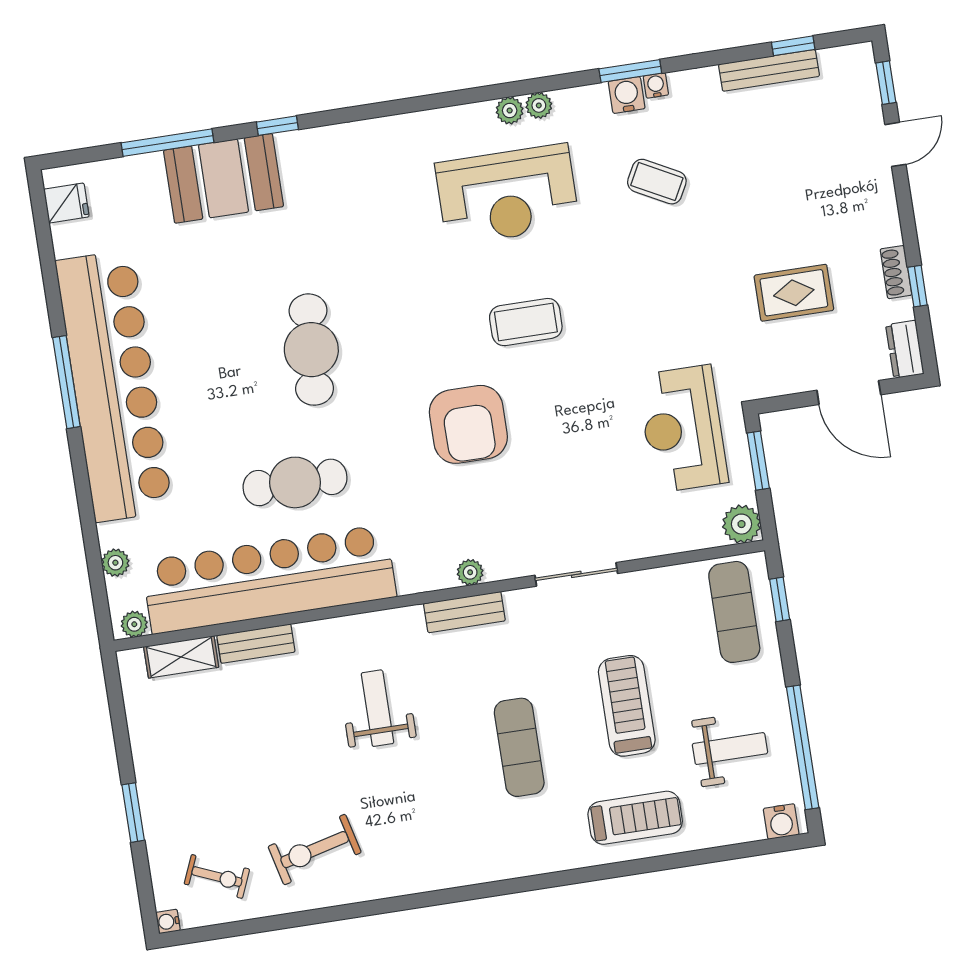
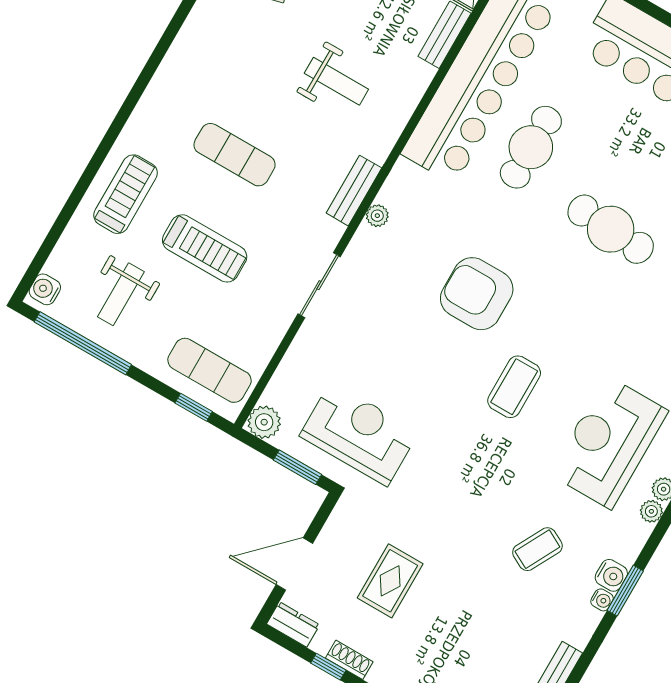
treadmill: (635, 818) -> (126, 194), turned 180

